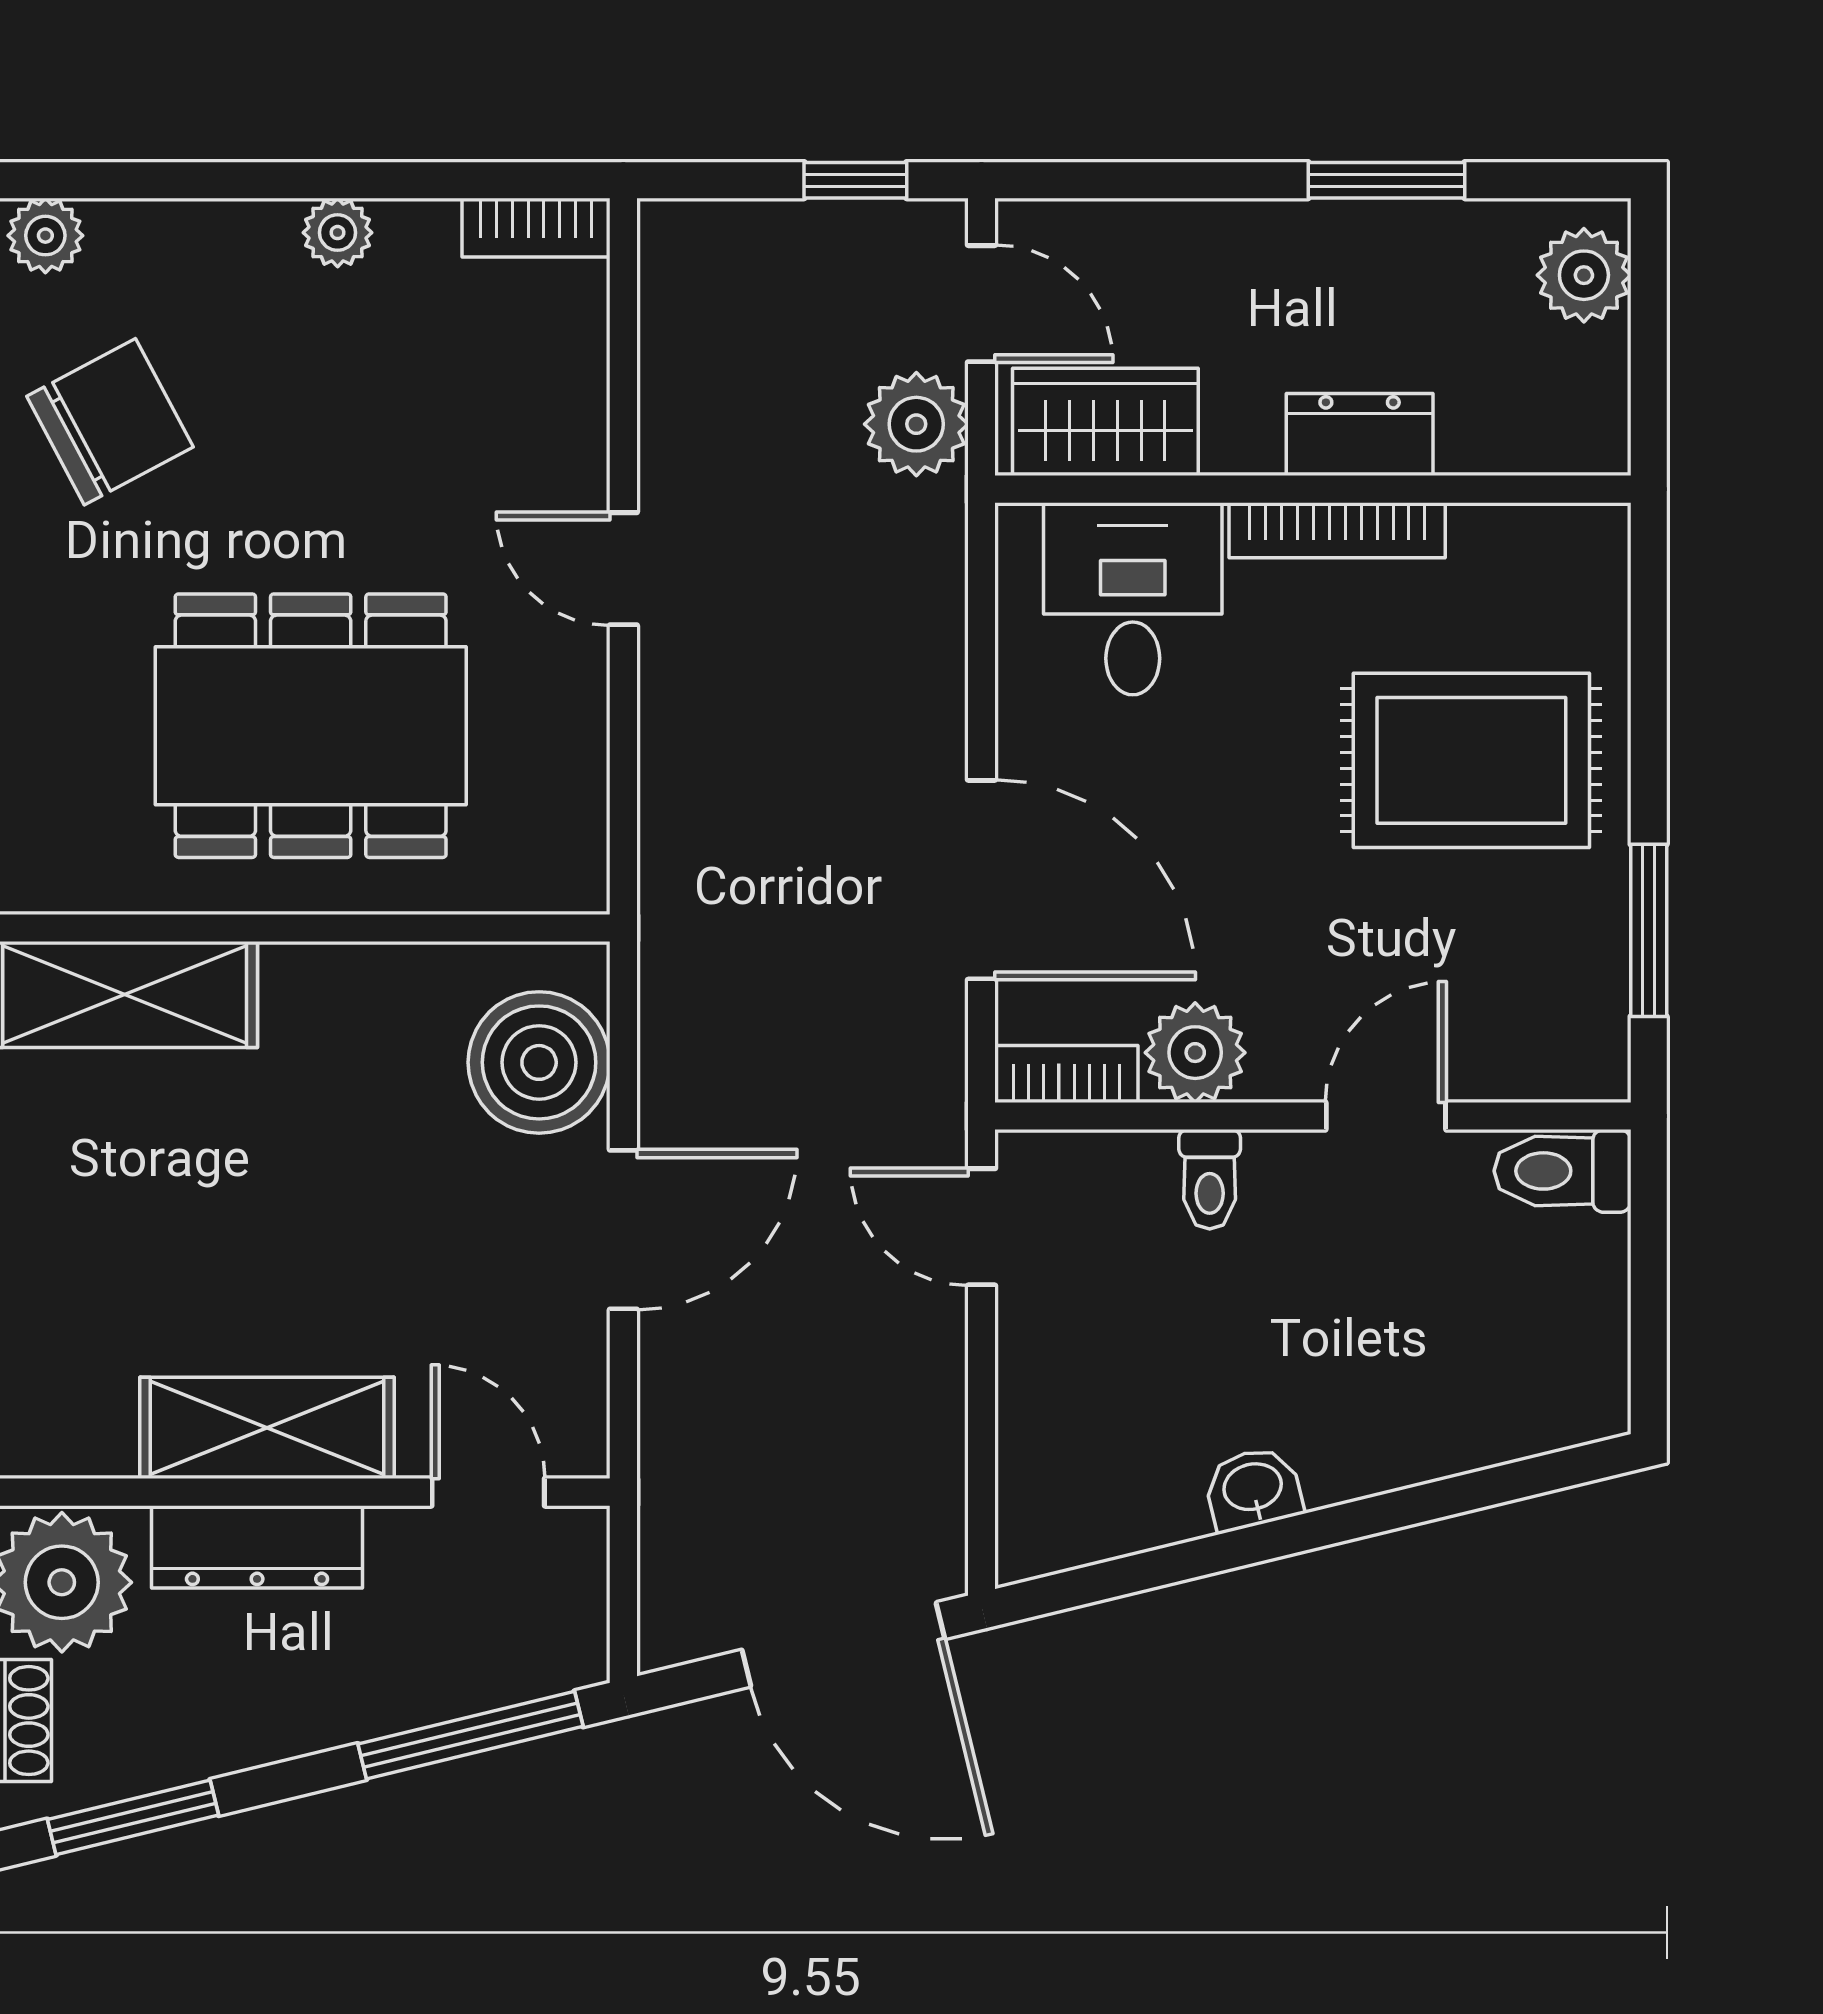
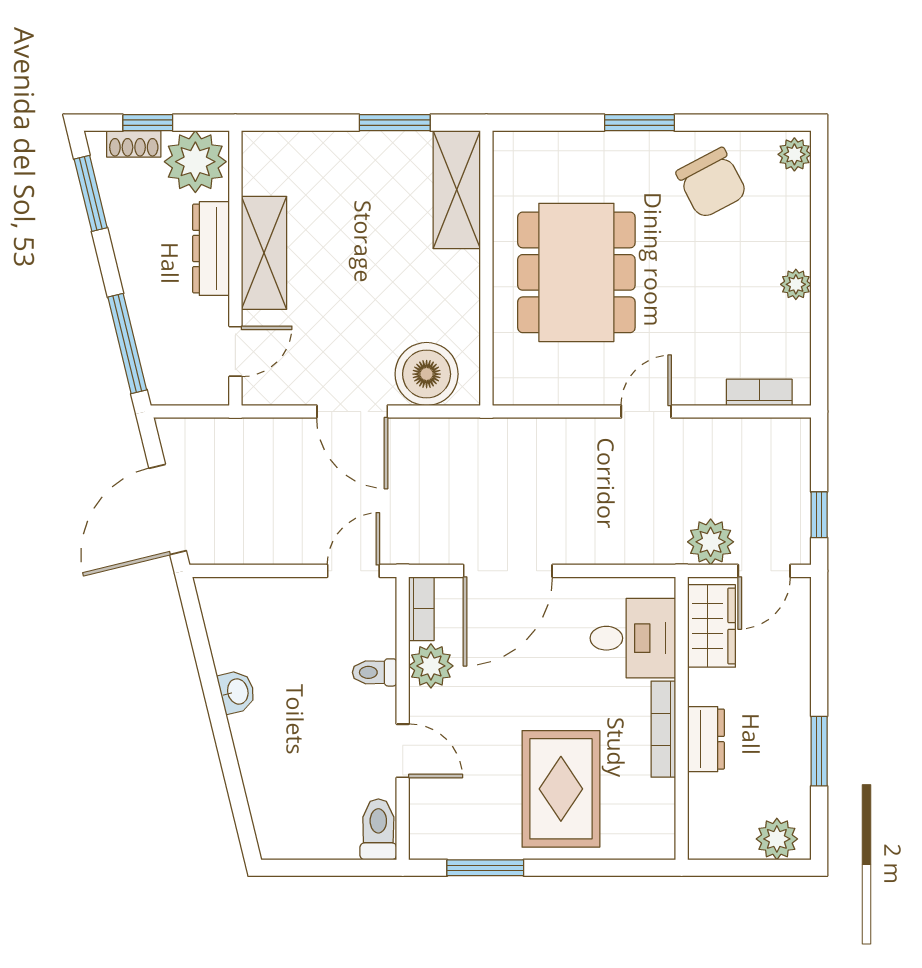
bookcase: (536, 228) -> (759, 392), moved, turned 90

